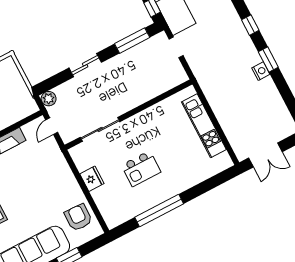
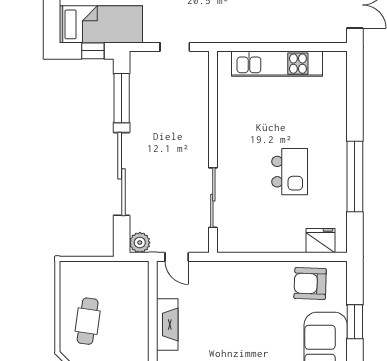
doorway: (176, 47) -> (175, 47), moved
sliding door: (85, 65) -> (122, 174), width x1.86
fridge: (92, 179) -> (321, 241), moved

